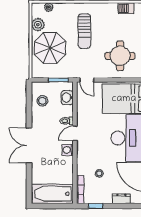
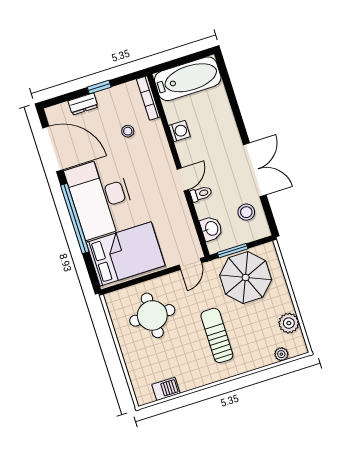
parasol: (50, 48) -> (246, 278), moved
door: (87, 80) -> (190, 264), swing flipped
double door: (29, 145) -> (255, 170), moved
washing machine: (68, 150) -> (179, 131), moved
window: (96, 206) -> (99, 87), moved

